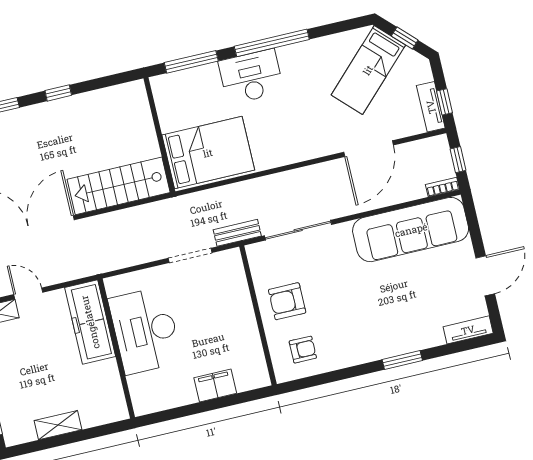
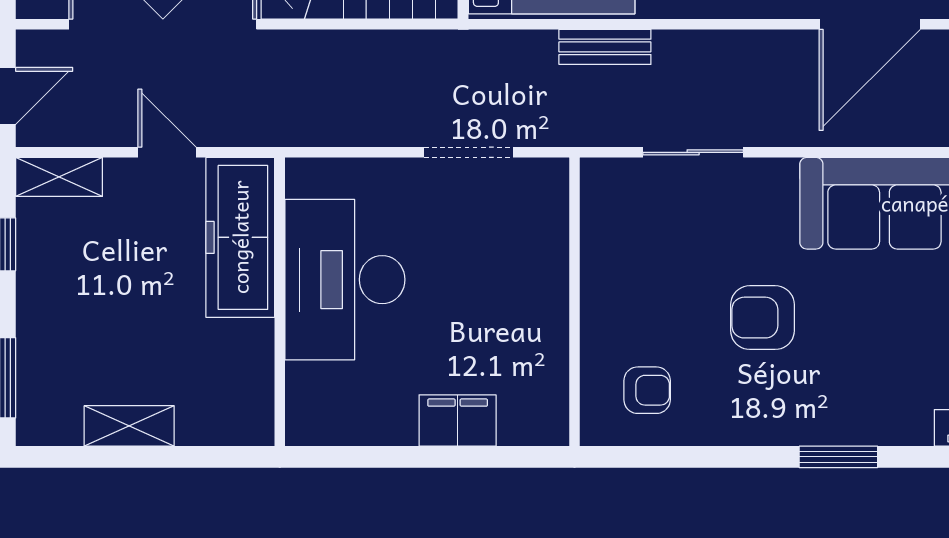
sliding door: (298, 230) -> (693, 152), width x0.73
bench: (237, 233) -> (605, 47), moved
door: (28, 293) -> (167, 152), moved
armchair: (287, 301) -> (762, 318), moved

